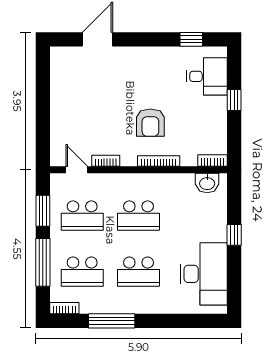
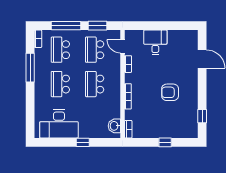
desk: (207, 76) -> (155, 42), moved, turned 180
armchair: (150, 123) -> (170, 92), moved
door: (77, 170) -> (123, 46), swing flipped

